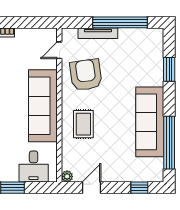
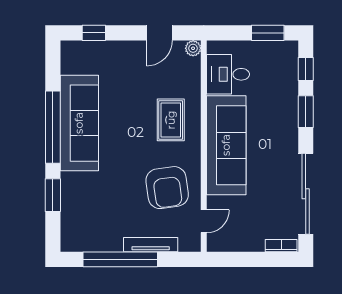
window: (169, 143) -> (53, 127), moved
desk: (34, 167) -> (228, 74), moved, turned -90

